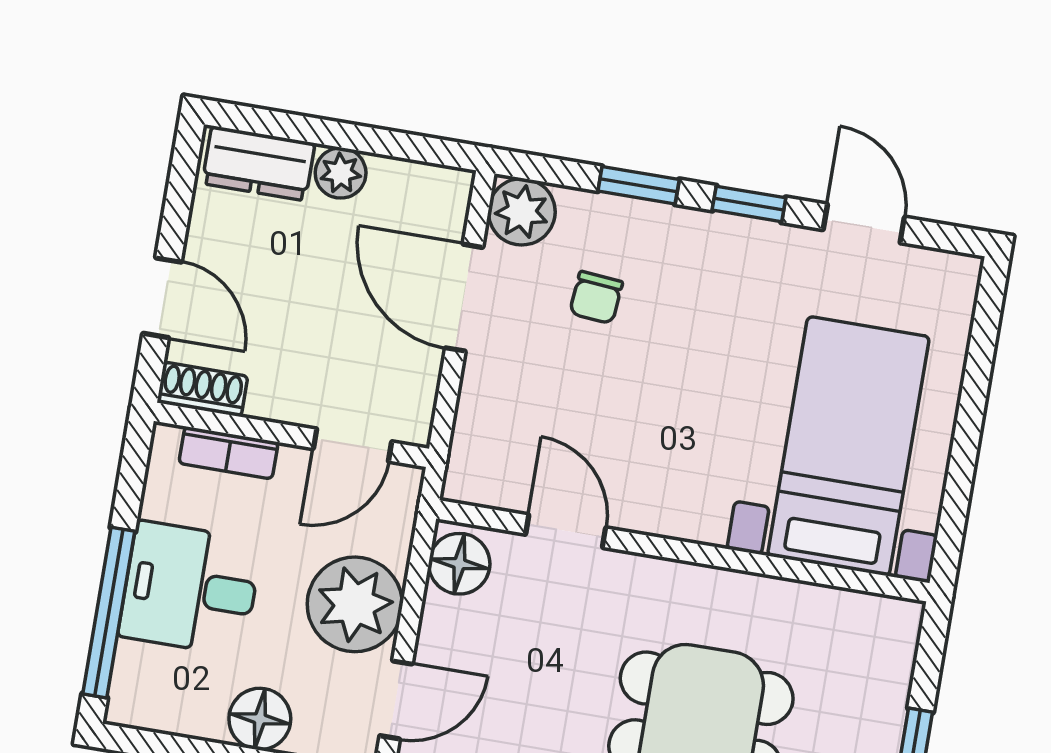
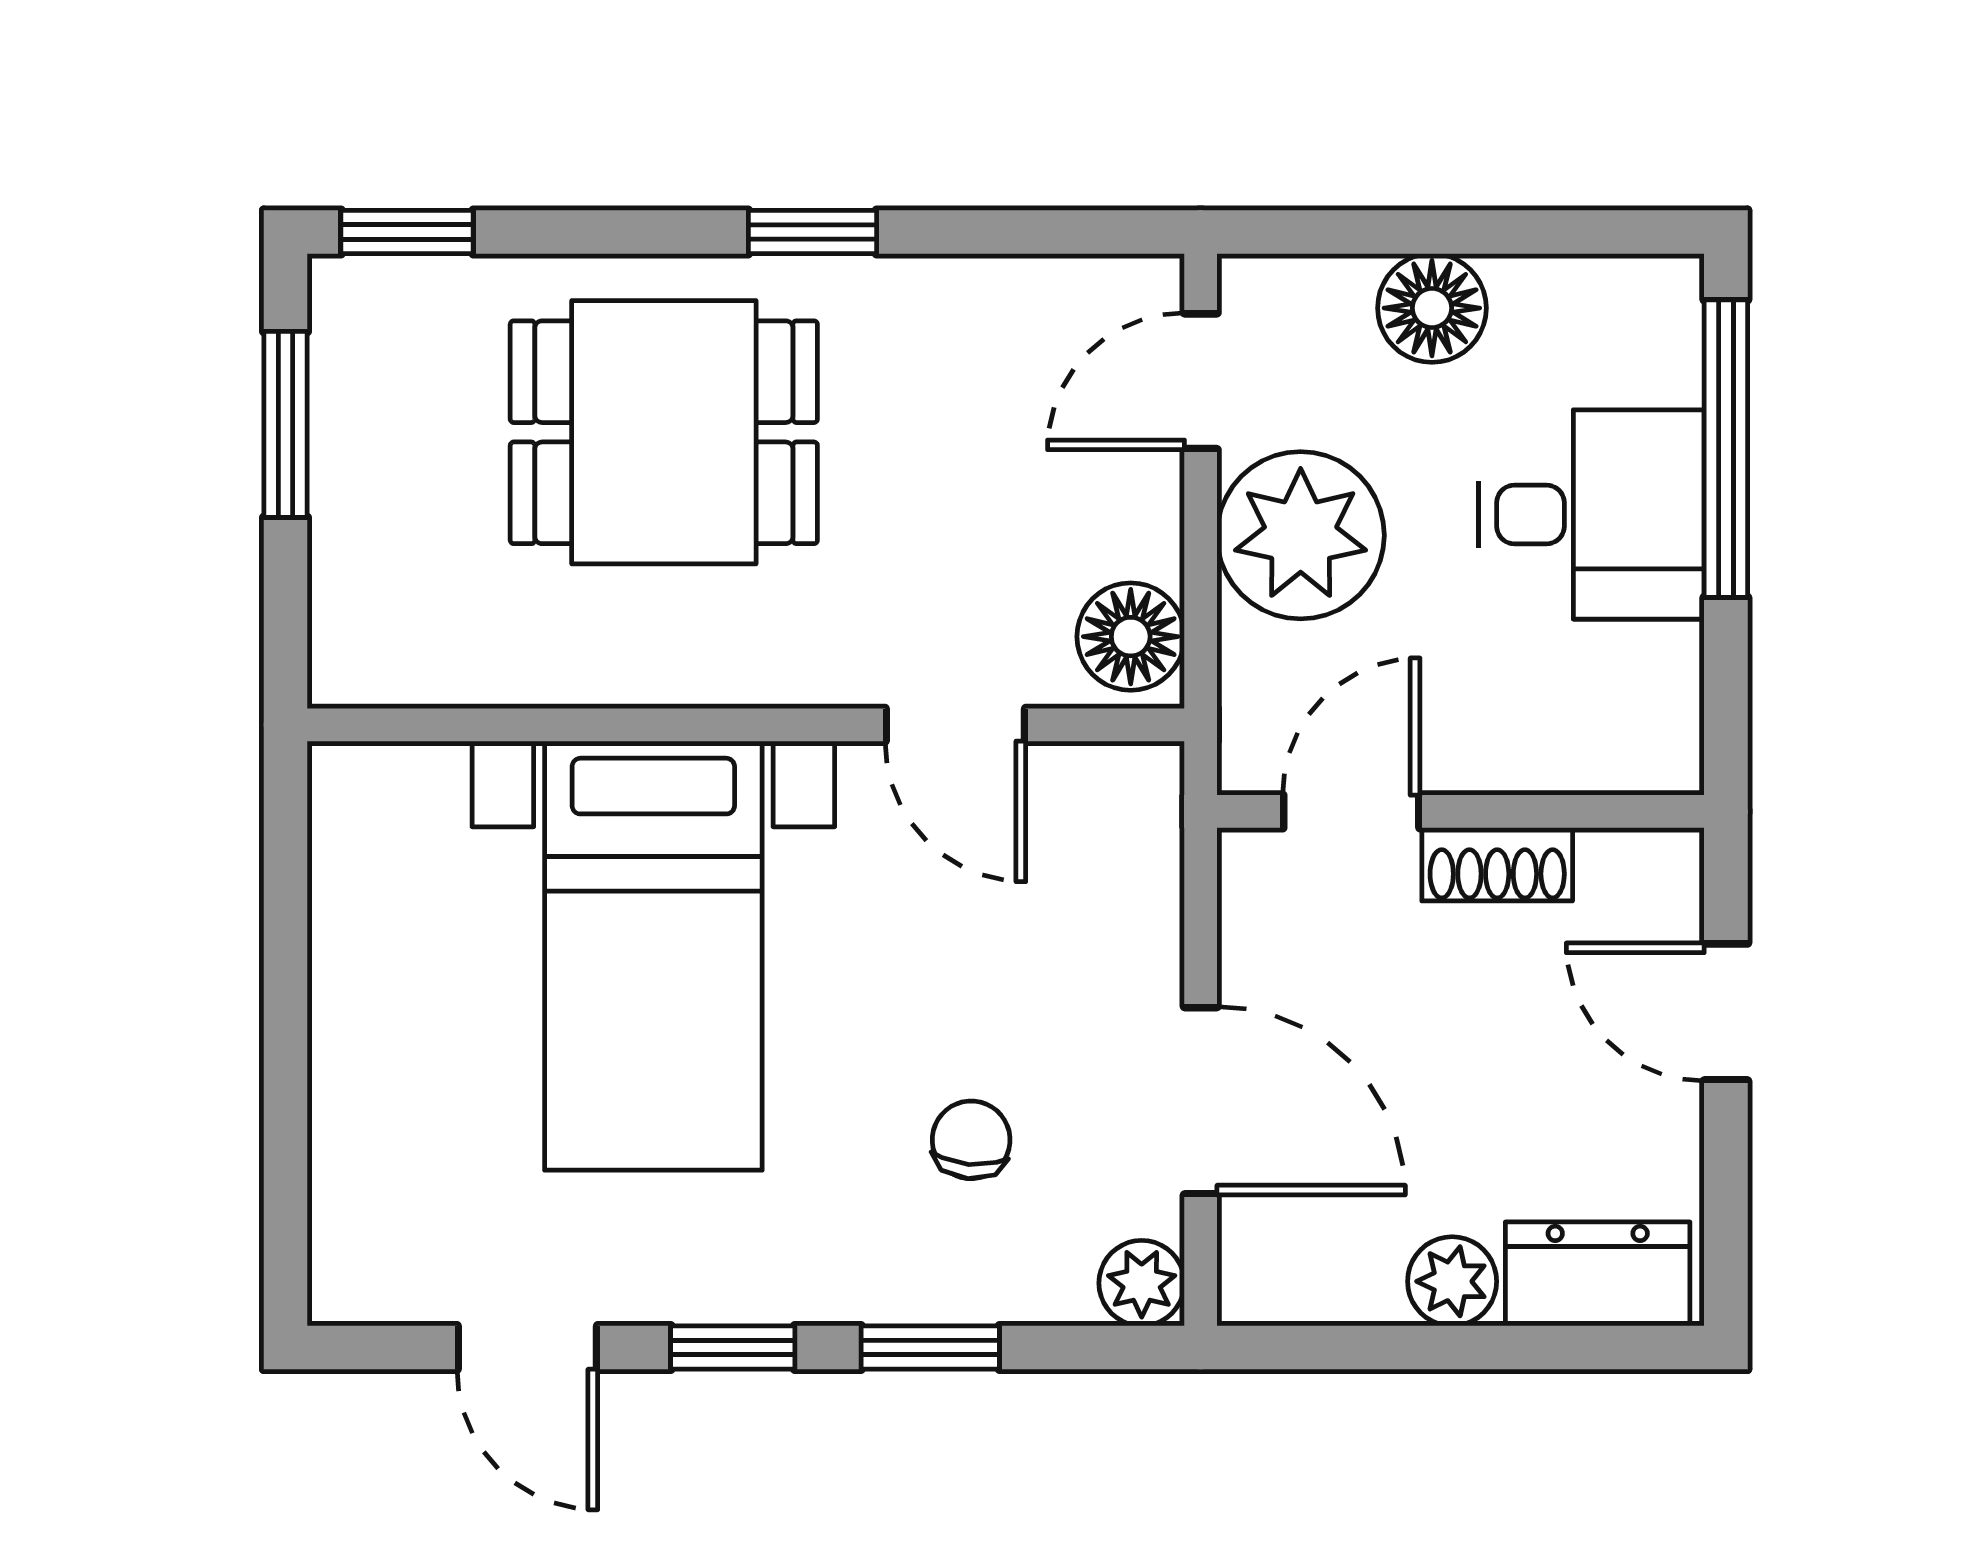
plant: (522, 212) -> (1142, 1283), width x0.73, depth x0.73
shoe rack: (202, 389) -> (1497, 864), moved
bed with nightstands: (848, 446) -> (653, 956), moved
bookcase: (228, 453) -> (1565, 762), removed

